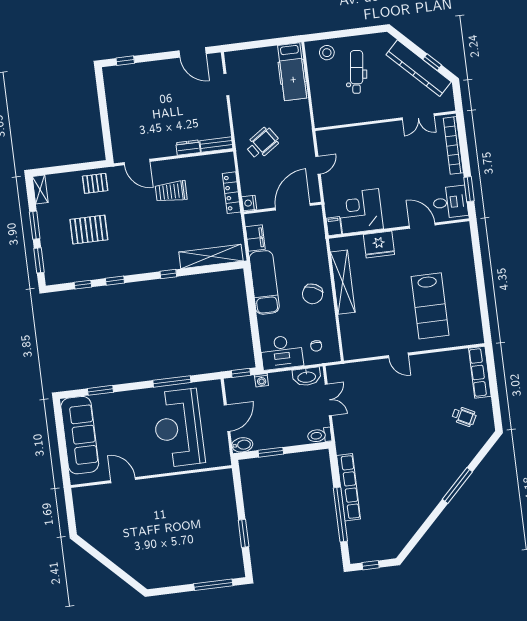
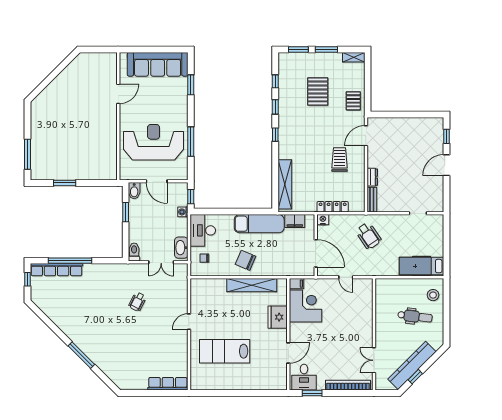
door: (193, 52) -> (446, 165), moved
window: (168, 274) -> (275, 135), moved
wheelchair: (464, 416) -> (137, 302), moved
row of seats: (349, 487) -> (56, 270), moved

